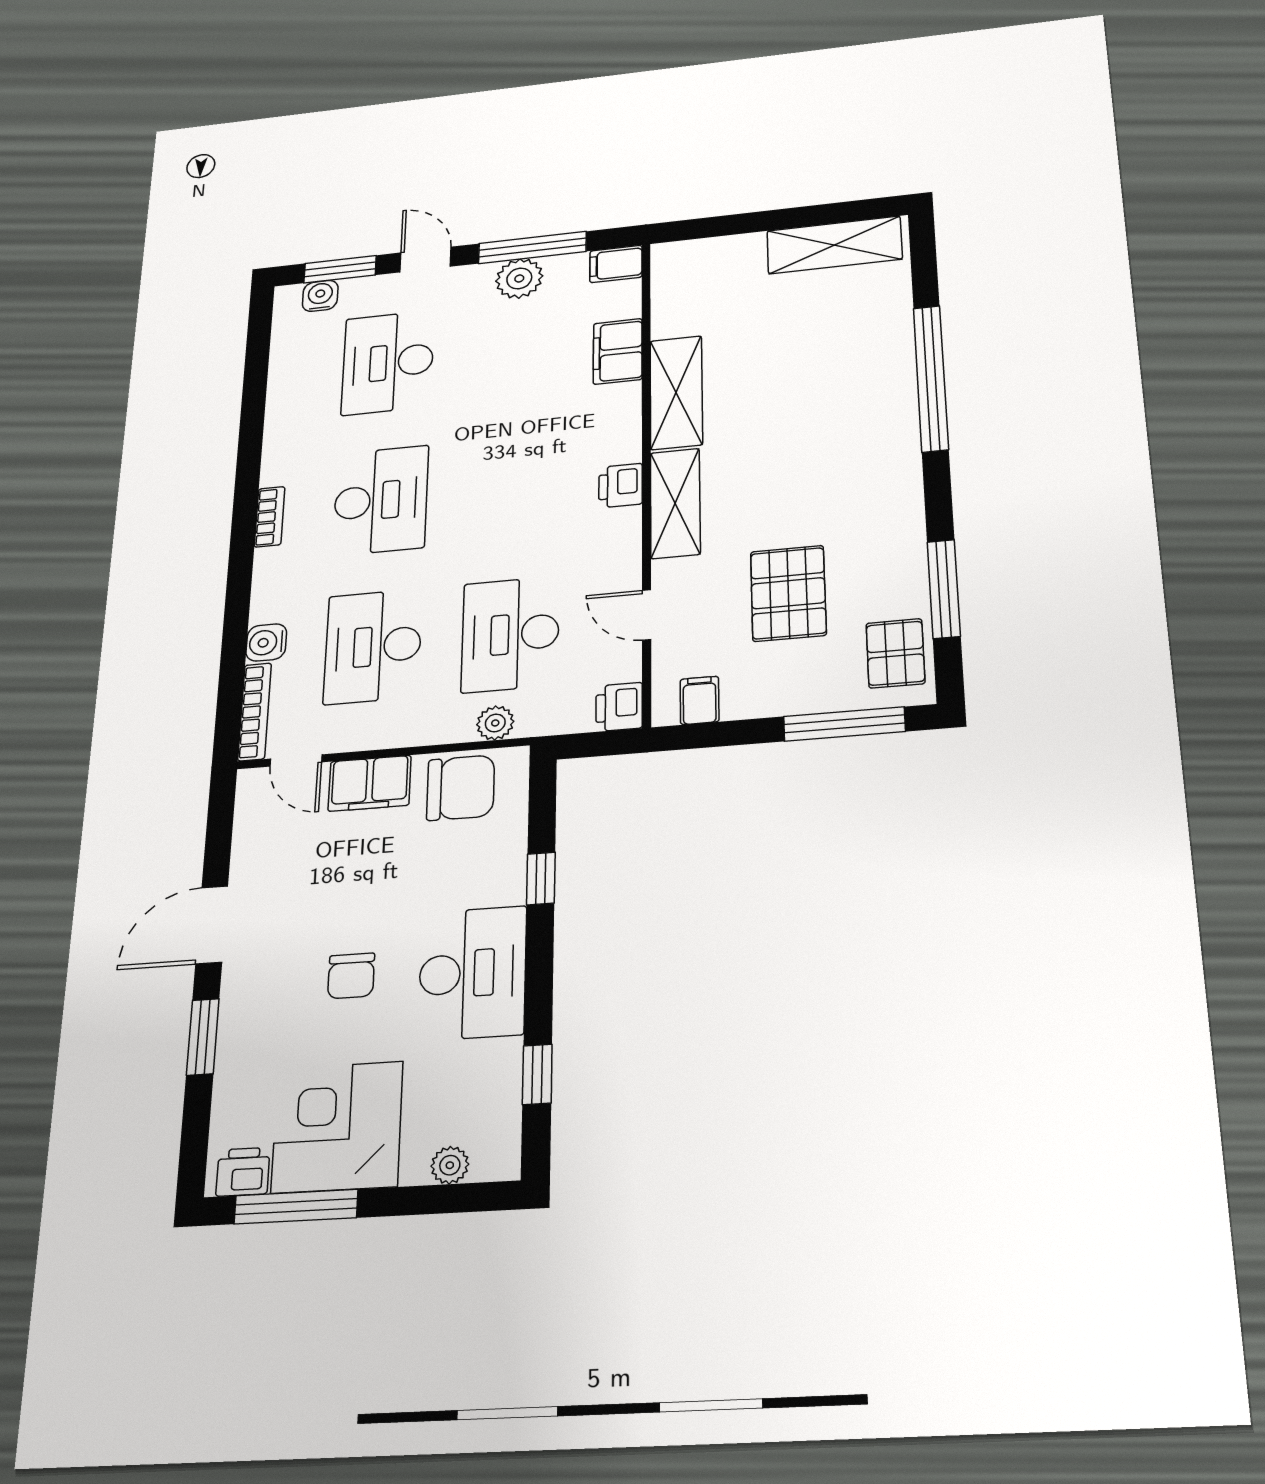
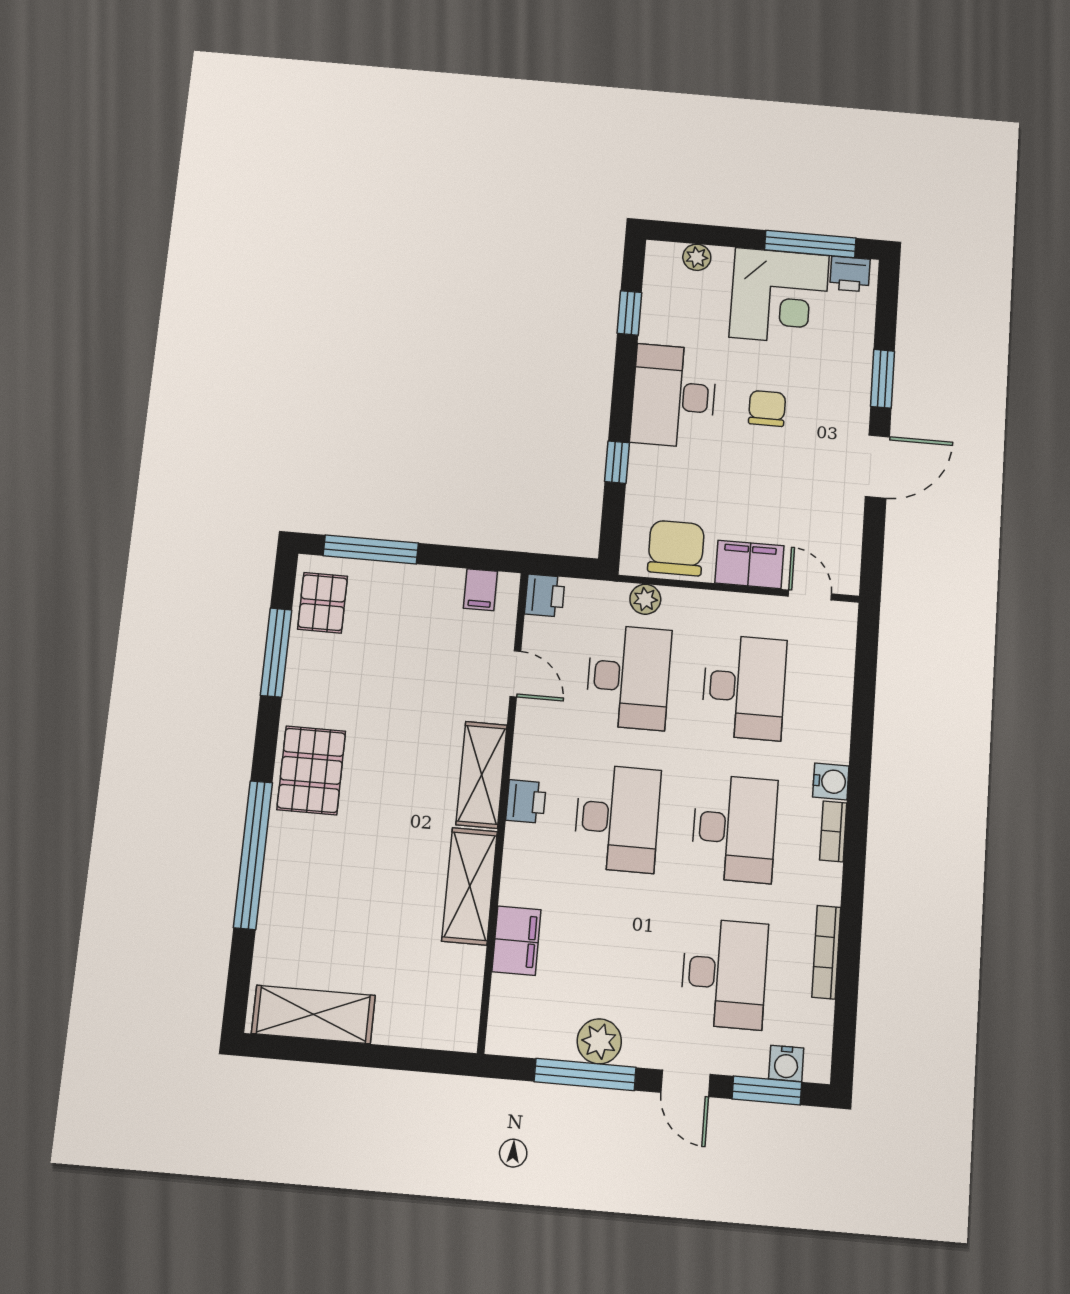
filing cabinet: (616, 264) -> (510, 1038), removed
desk: (514, 487) -> (617, 818), added
desk: (381, 500) -> (734, 828), turned 180
pallet: (788, 593) -> (311, 770), moved
water cooler: (266, 642) -> (831, 781), moved
bookcase: (255, 712) -> (826, 952), moved
chair: (461, 788) -> (676, 548), turned 90

